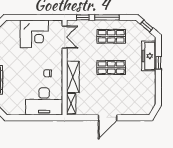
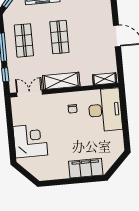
corner desk: (34, 34) -> (30, 141), moved
shelving: (73, 77) -> (61, 81), moved

